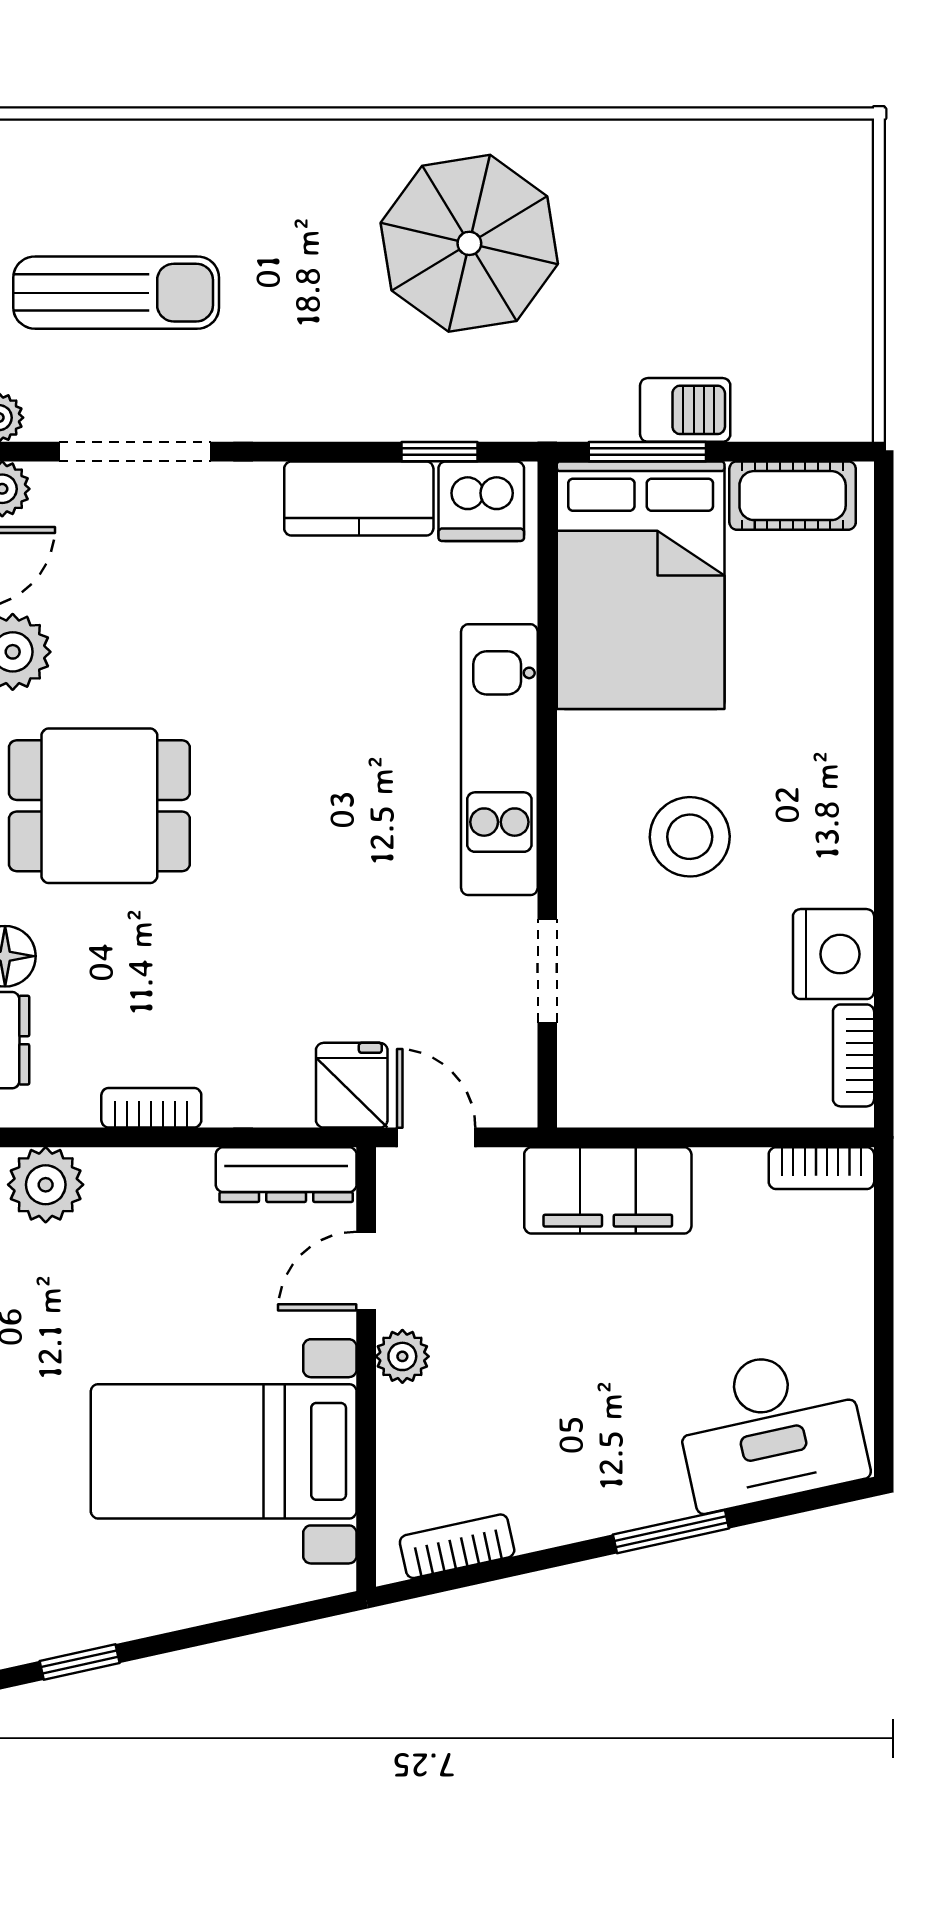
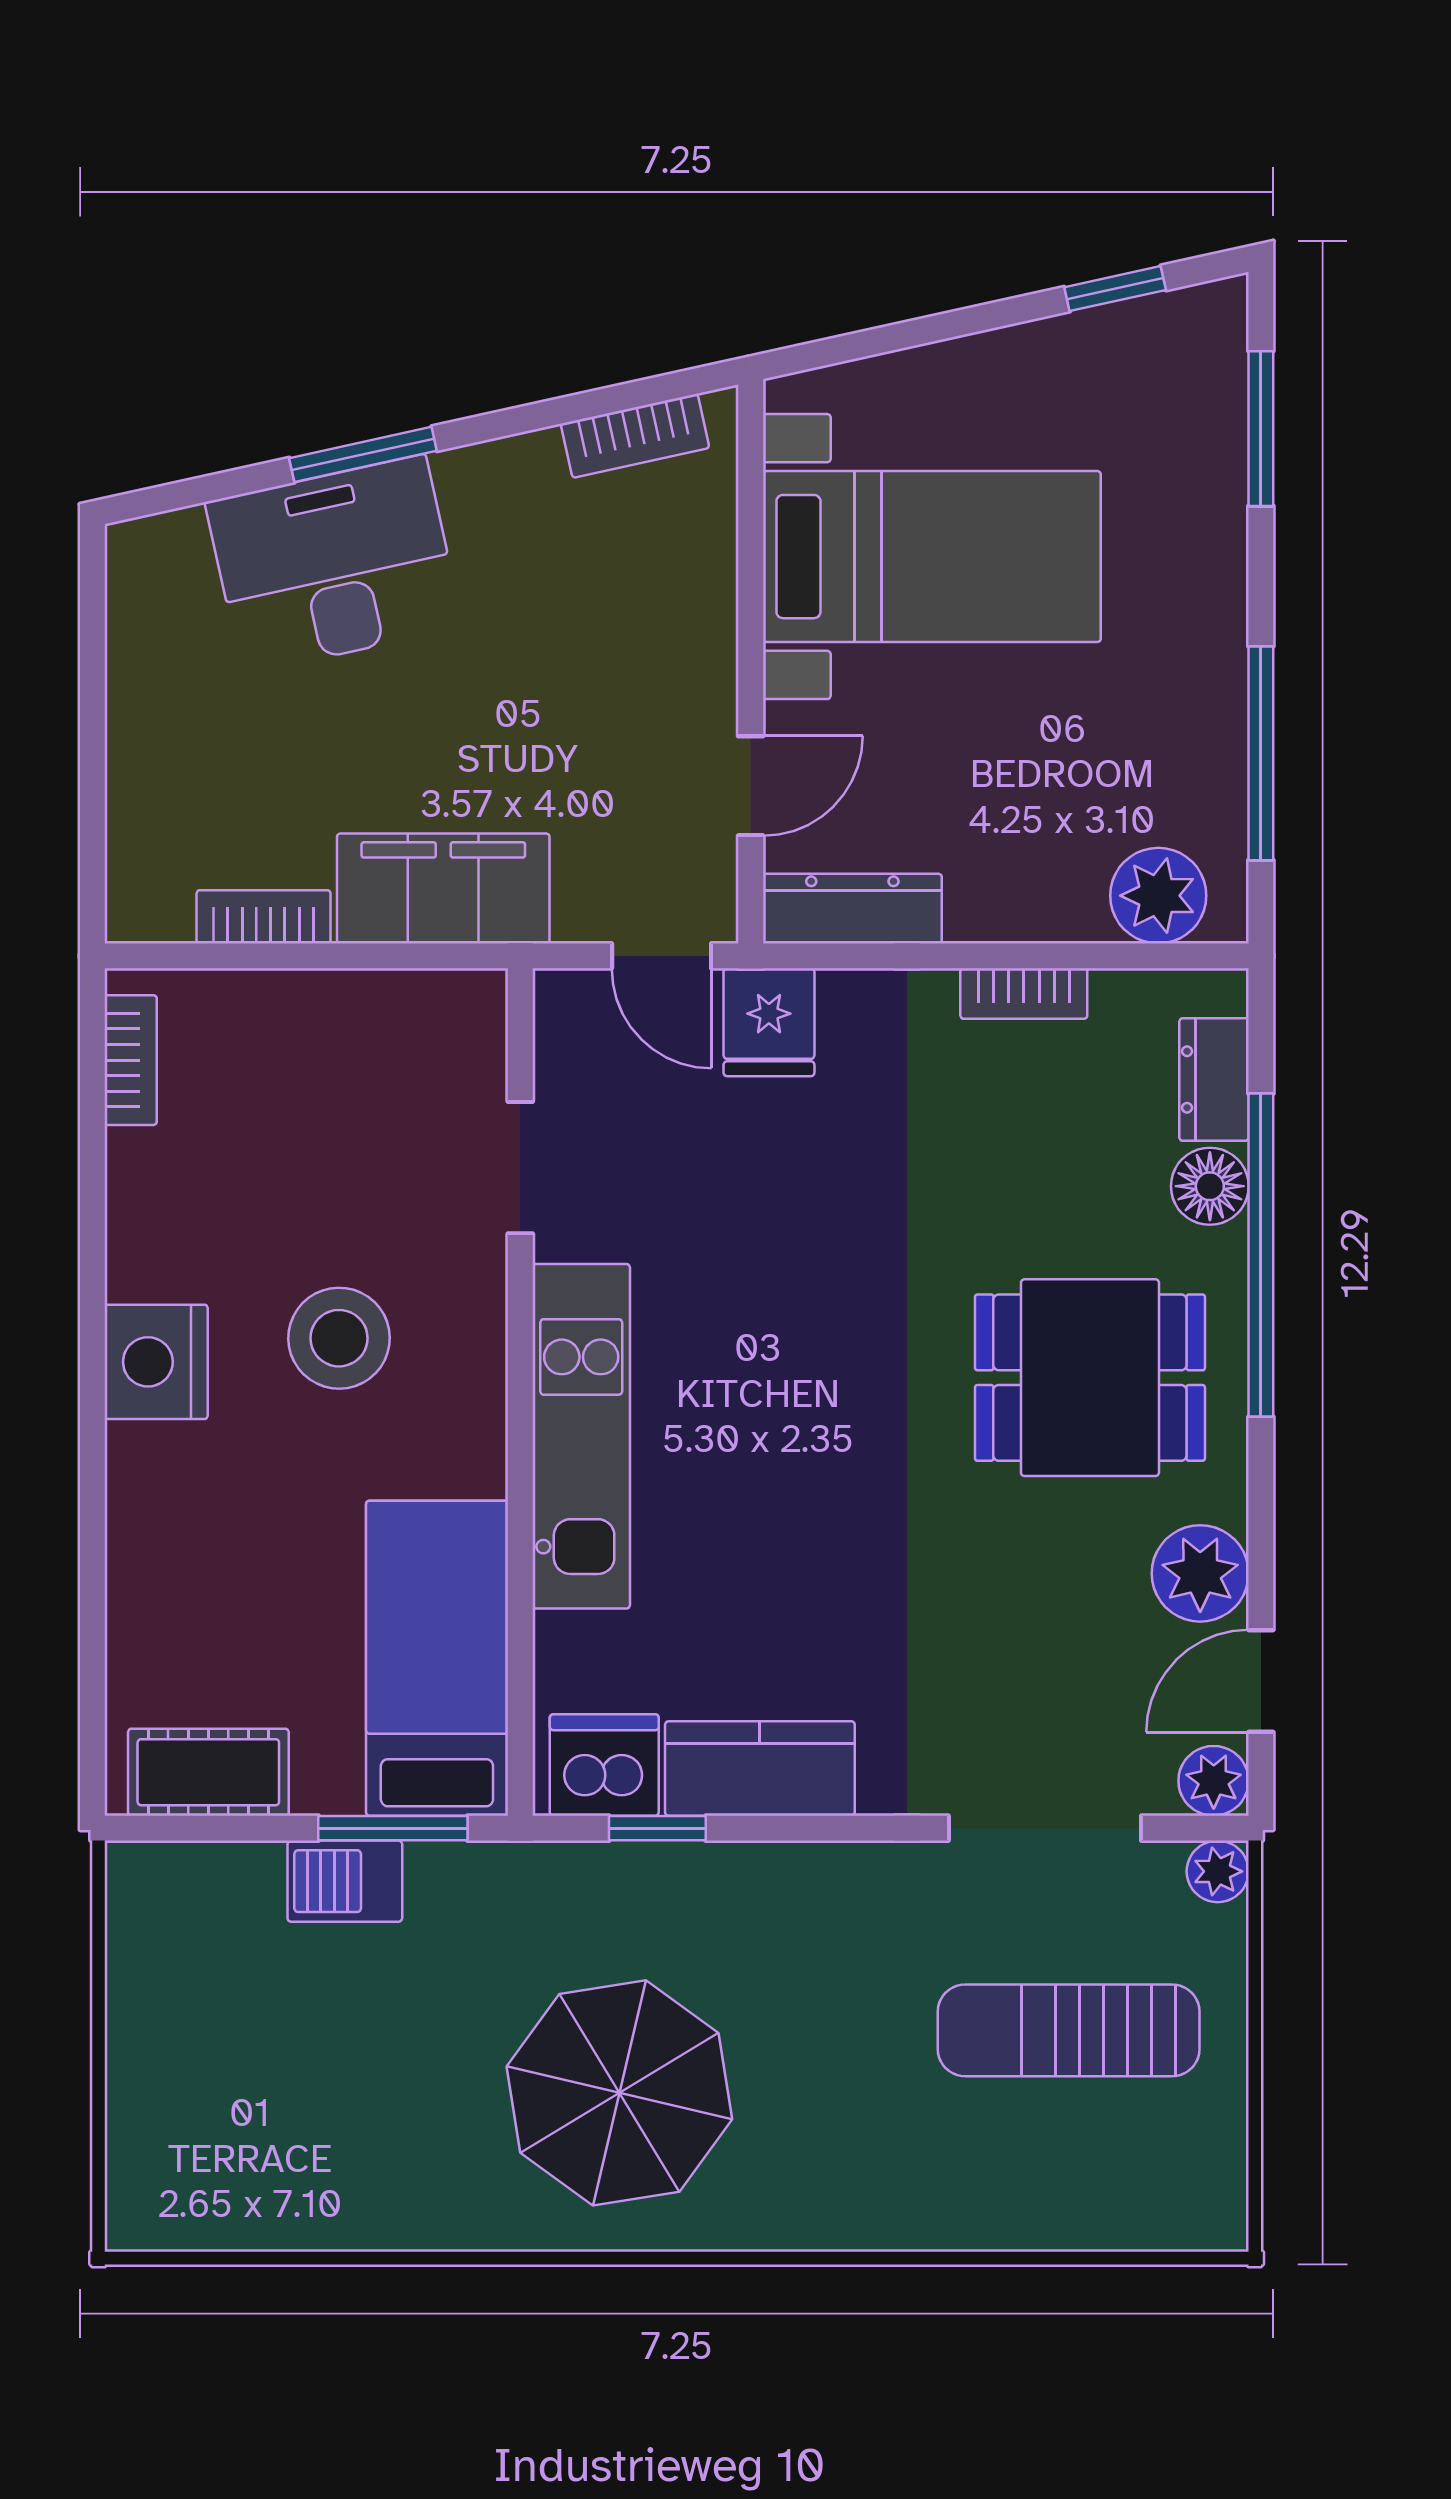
bed: (641, 585) -> (437, 1658), width x0.67
nightstand: (834, 954) -> (156, 1362), moved
bookcase: (821, 1168) -> (264, 917), moved
plant: (402, 1356) -> (705, 677), removed
desk: (770, 1428) -> (334, 565), moved

